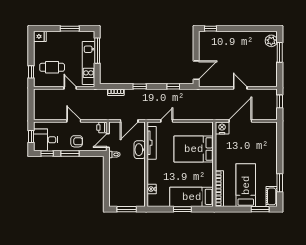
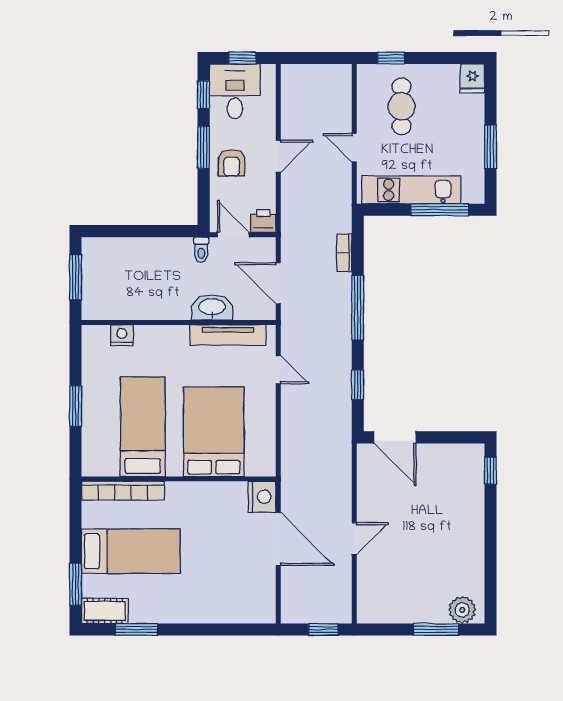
window: (140, 86) -> (358, 308), width x2.17
door: (70, 88) -> (354, 148), swing flipped
bed: (192, 197) -> (143, 427), moved

